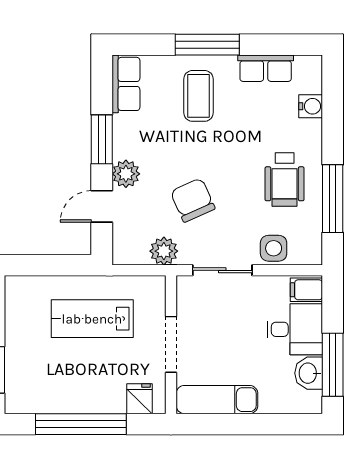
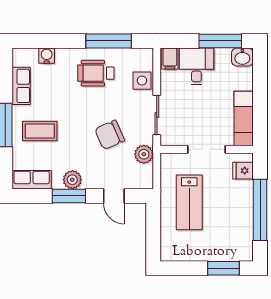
plant: (126, 174) -> (72, 180), moved
wheelchair: (285, 179) -> (96, 73), turned 180
washbasin: (309, 373) -> (242, 57), moved

